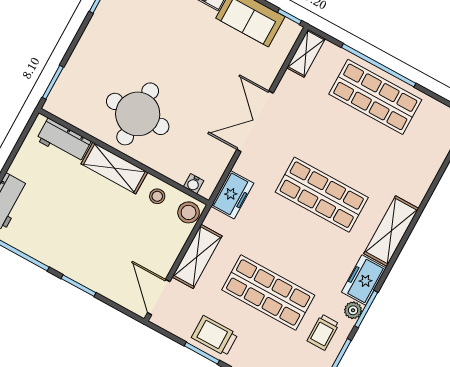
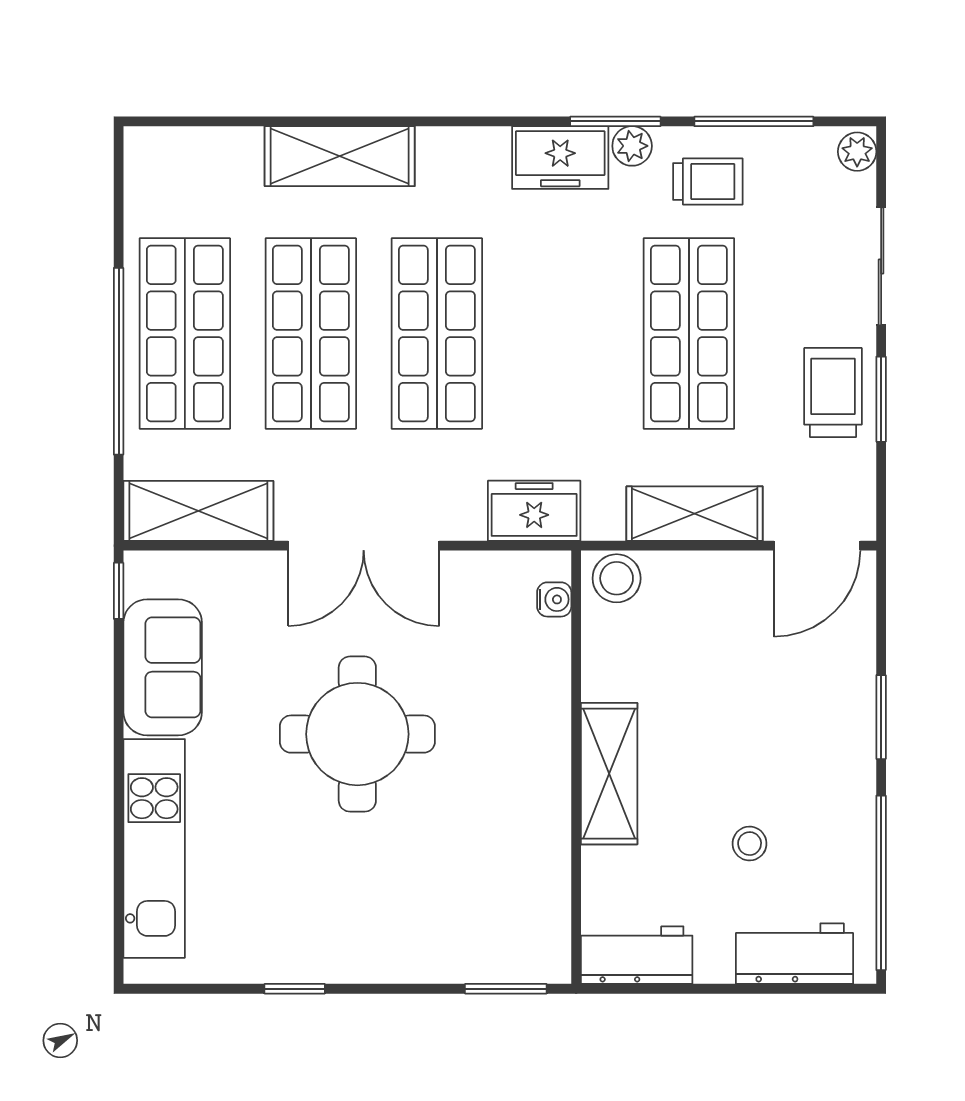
shelving: (306, 53) -> (198, 511), width x1.50, depth x1.33
round table: (138, 114) -> (357, 734), moved
workbench: (64, 141) -> (637, 955), moved, turned -90
shop shelf: (348, 146) -> (311, 333), added
stool: (157, 196) -> (750, 844), moved
shelving: (391, 231) -> (340, 156), moved
trolley: (215, 336) -> (833, 393), turned 180

